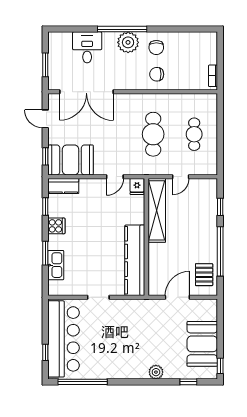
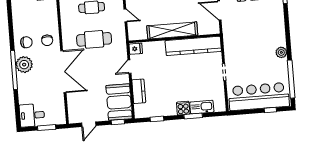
desk: (87, 47) -> (32, 115), moved
double door: (86, 92) -> (63, 72), moved
door: (115, 177) -> (129, 67), swing flipped
kitchen counter: (63, 186) -> (139, 91), moved
shelving: (157, 210) -> (172, 30), moved
cooker: (56, 226) -> (183, 108), moved
plant: (156, 372) -> (281, 52), moved

